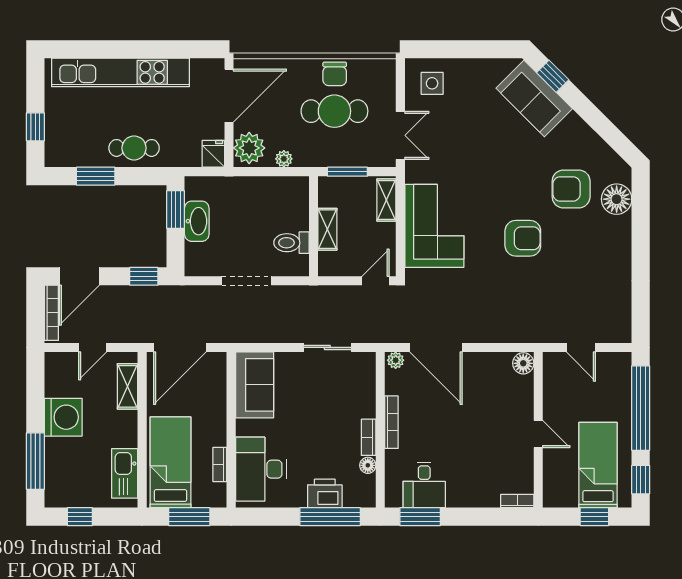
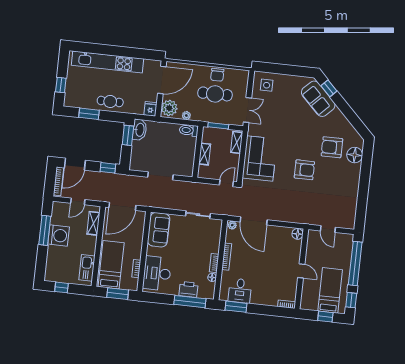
washbasin: (197, 221) -> (140, 130), moved
toilet: (291, 243) -> (189, 130), moved
window: (35, 461) -> (45, 230), moved

